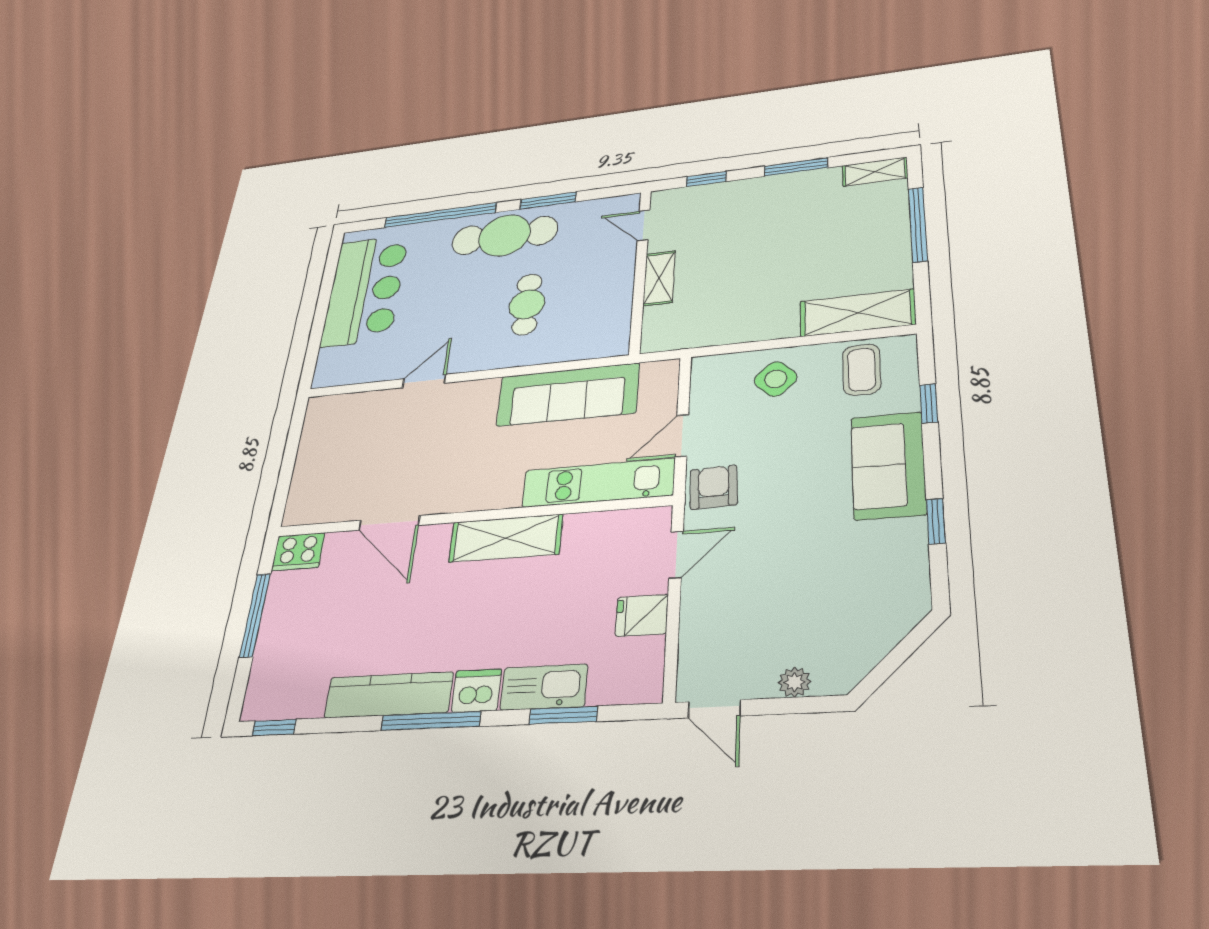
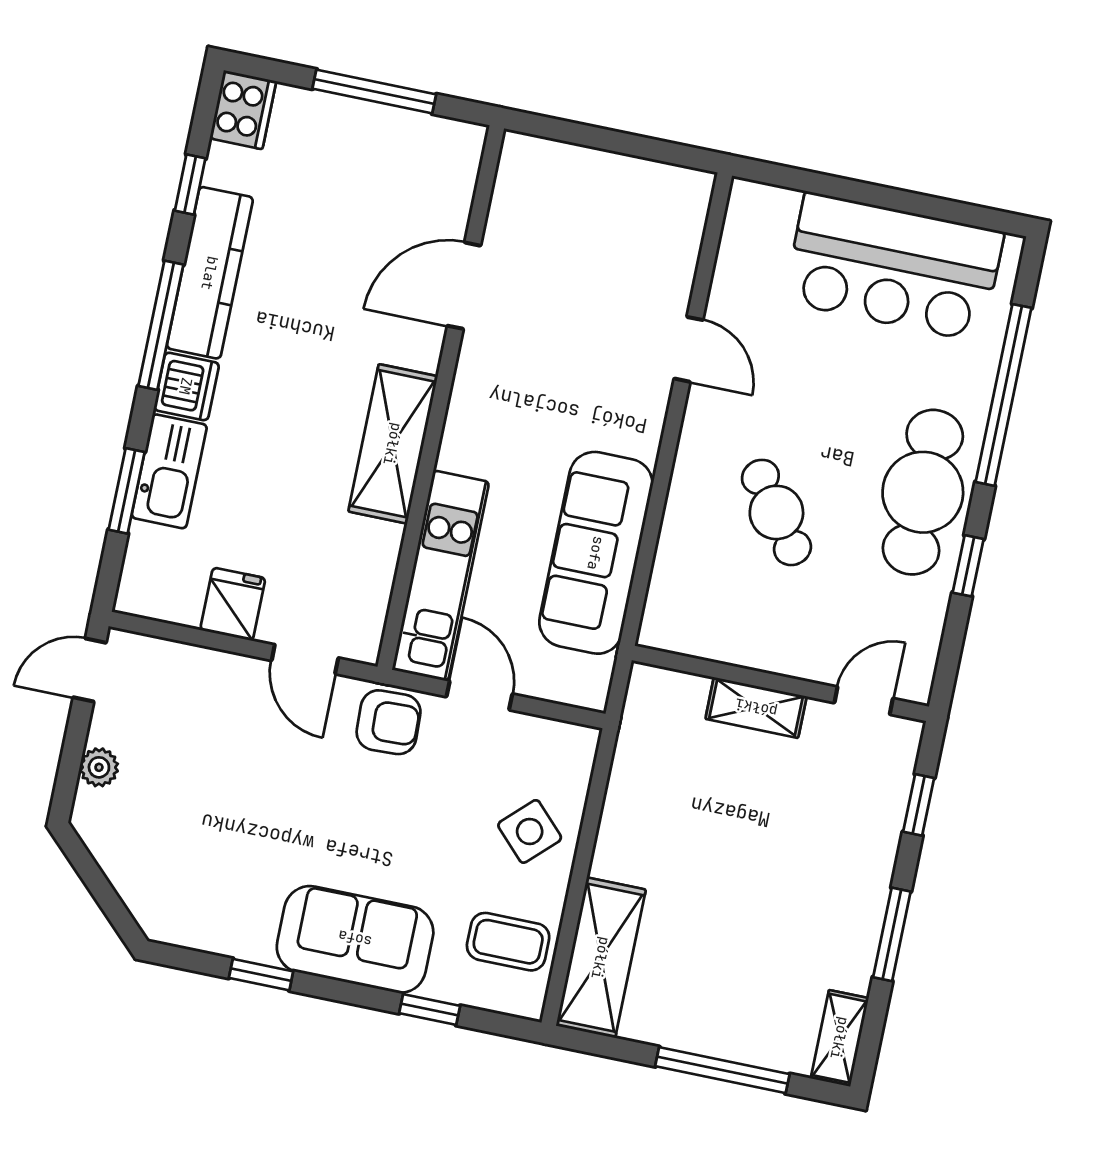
window: (548, 201) -> (968, 566), width x0.67
cafe table: (527, 304) -> (776, 512), turned 54
cooker: (298, 552) -> (243, 110), moved, turned 180
window: (274, 728) -> (190, 185), moved

